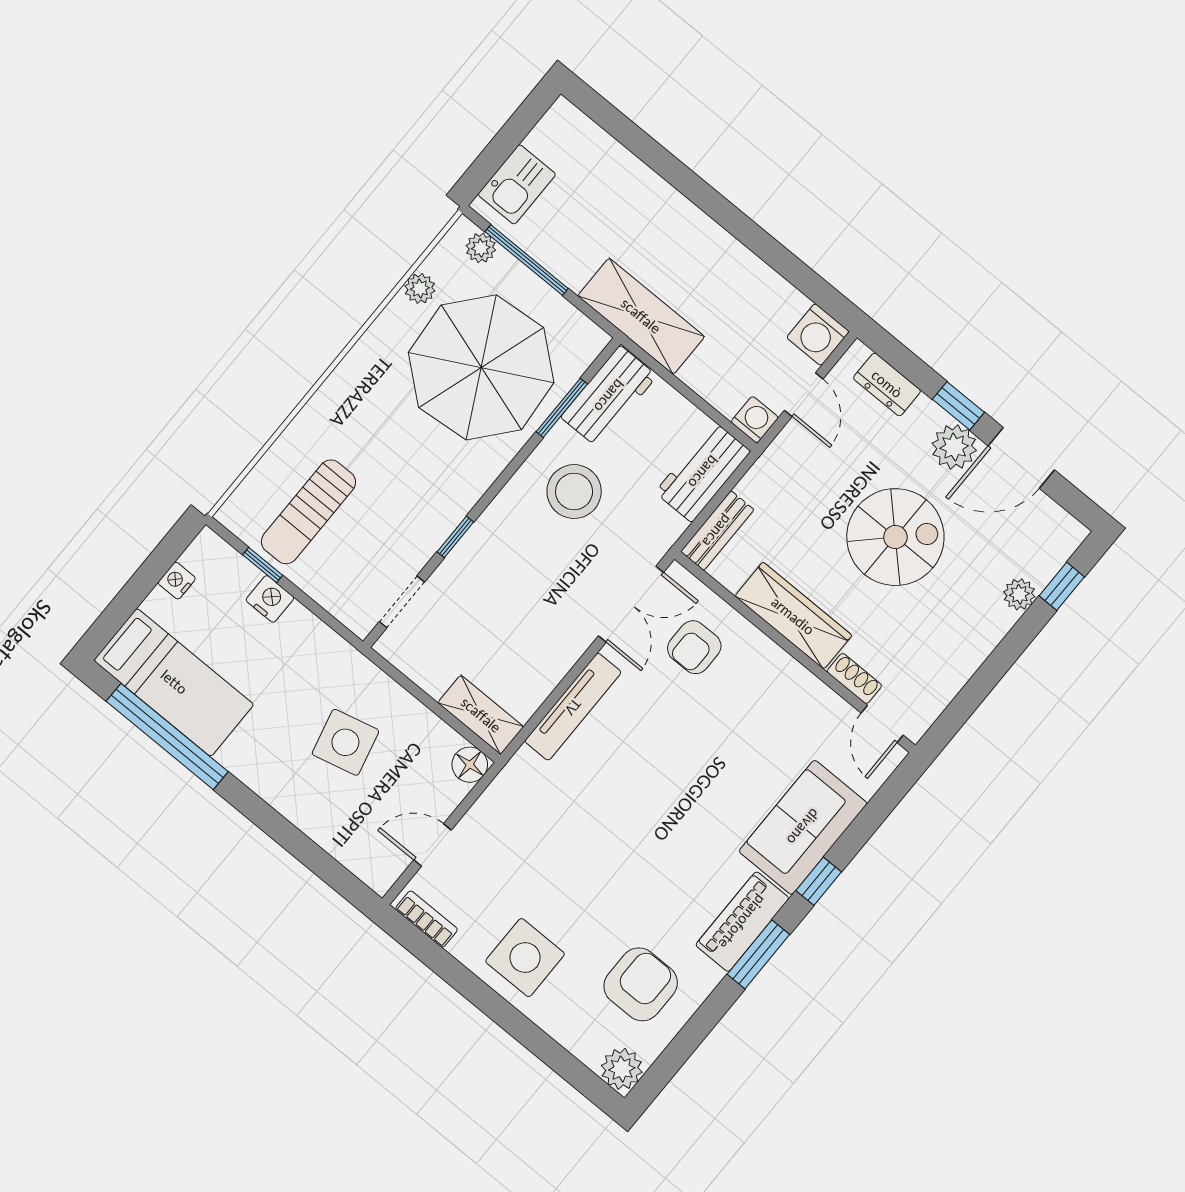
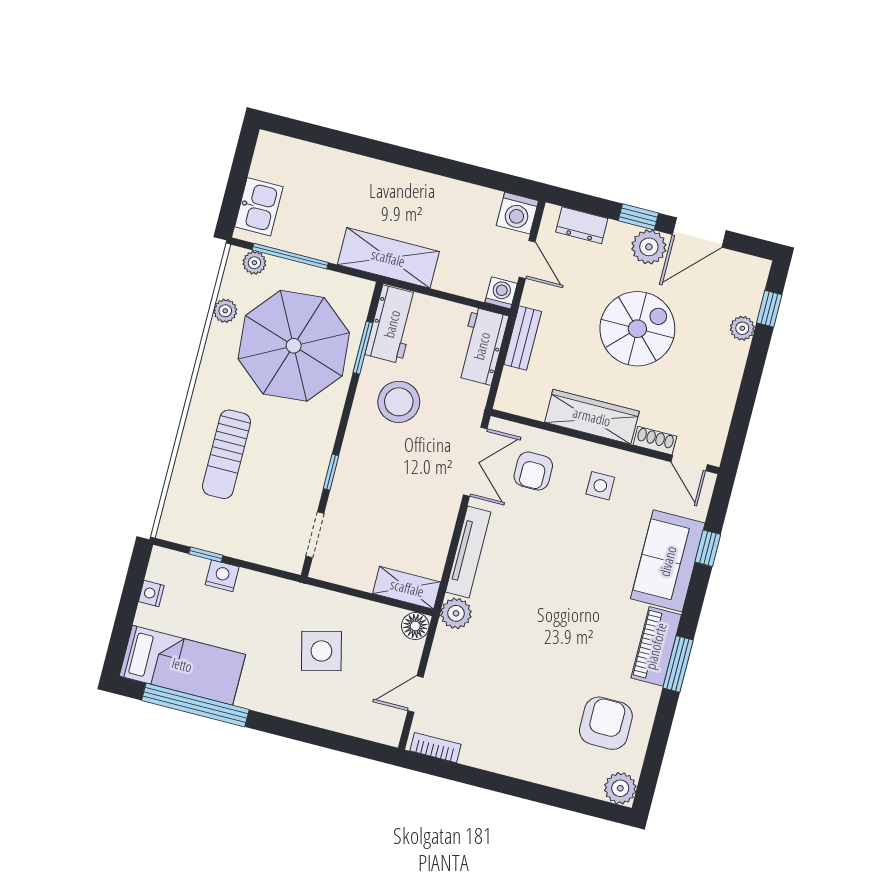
sun lounger: (308, 512) -> (227, 454), moved
bench: (717, 531) -> (523, 338), moved
plant: (525, 772) -> (456, 613), added
window: (819, 881) -> (708, 548), moved
side table: (525, 958) -> (600, 486), moved, width x0.54, depth x0.54

